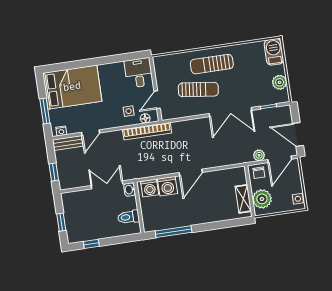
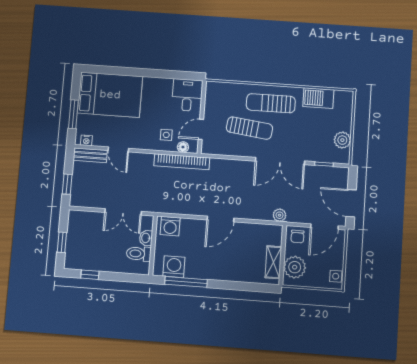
barbecue: (274, 52) -> (318, 98), moved, turned -90
door: (91, 133) -> (118, 149), hinge flipped
plant: (259, 155) -> (280, 215), moved
double door: (107, 185) -> (123, 212), swing flipped
washing machine: (167, 186) -> (174, 267), moved, turned 180
washbasin: (130, 189) -> (146, 238), moved

